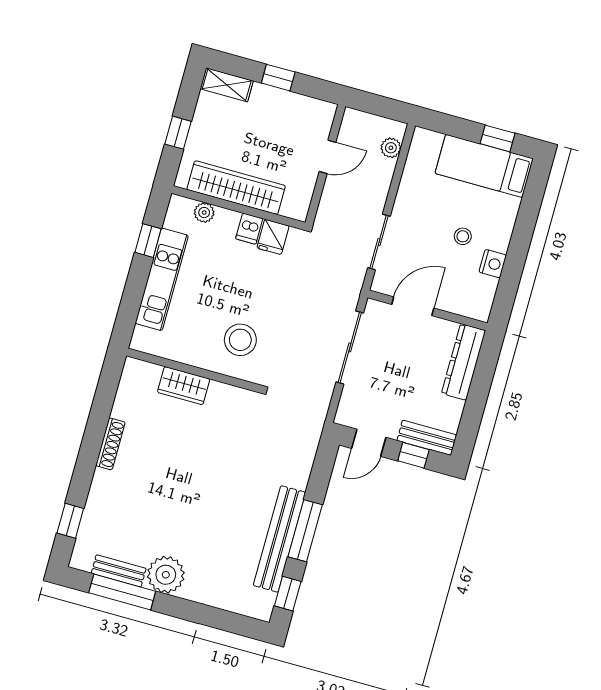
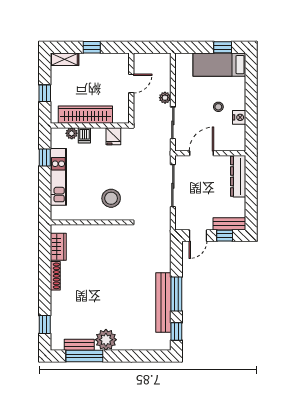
plant: (391, 148) -> (165, 98), moved
dishwasher: (249, 229) -> (84, 135), moved
wardrobe: (184, 386) -> (58, 247), moved, turned -90

